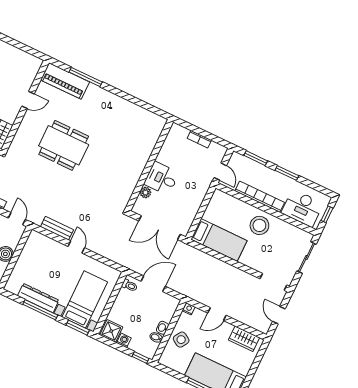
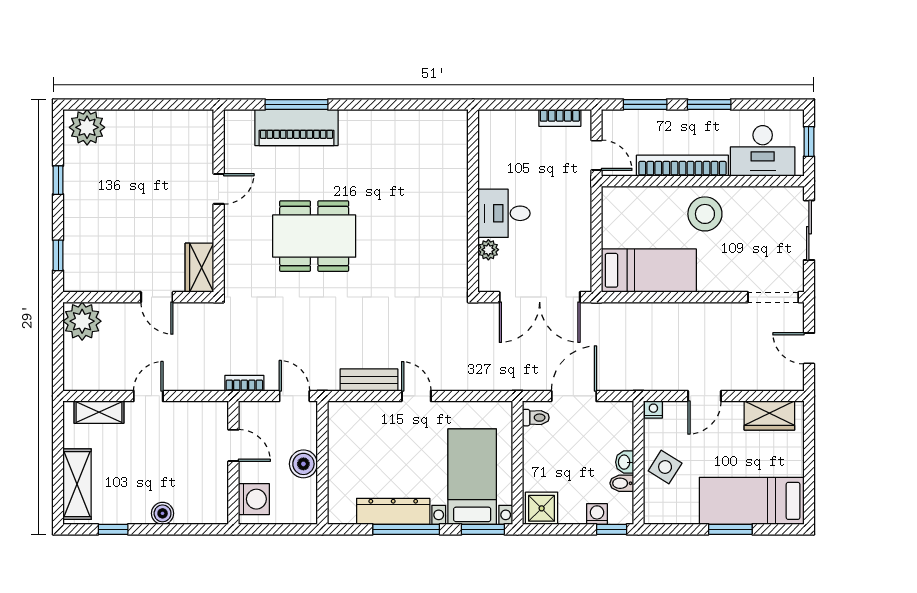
piano: (65, 81) -> (296, 128), moved
bookcase: (199, 139) -> (560, 118), moved
washing machine: (124, 340) -> (597, 514), moved

